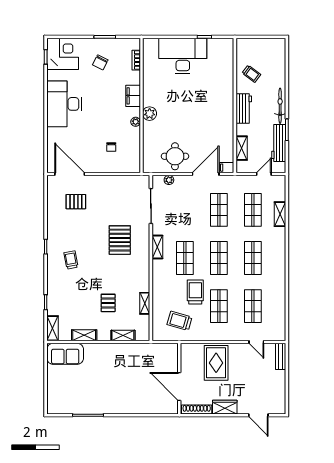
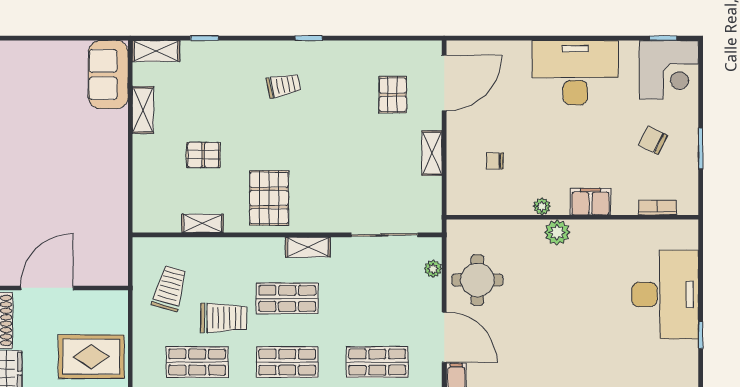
pallet: (120, 240) -> (269, 198), moved, turned 90
shelving: (123, 335) -> (432, 153), moved

